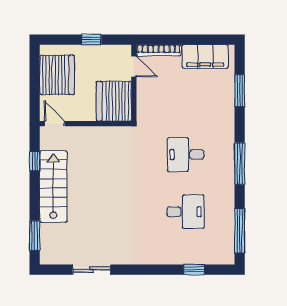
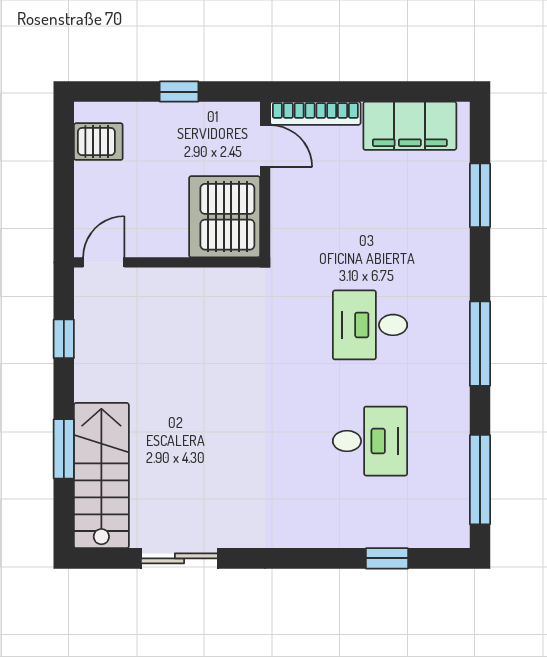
server rack: (57, 75) -> (98, 142), width x0.46, depth x0.70
door: (54, 124) -> (104, 262), hinge flipped
stairs: (53, 186) -> (101, 476), moved
window: (35, 236) -> (64, 449), moved

